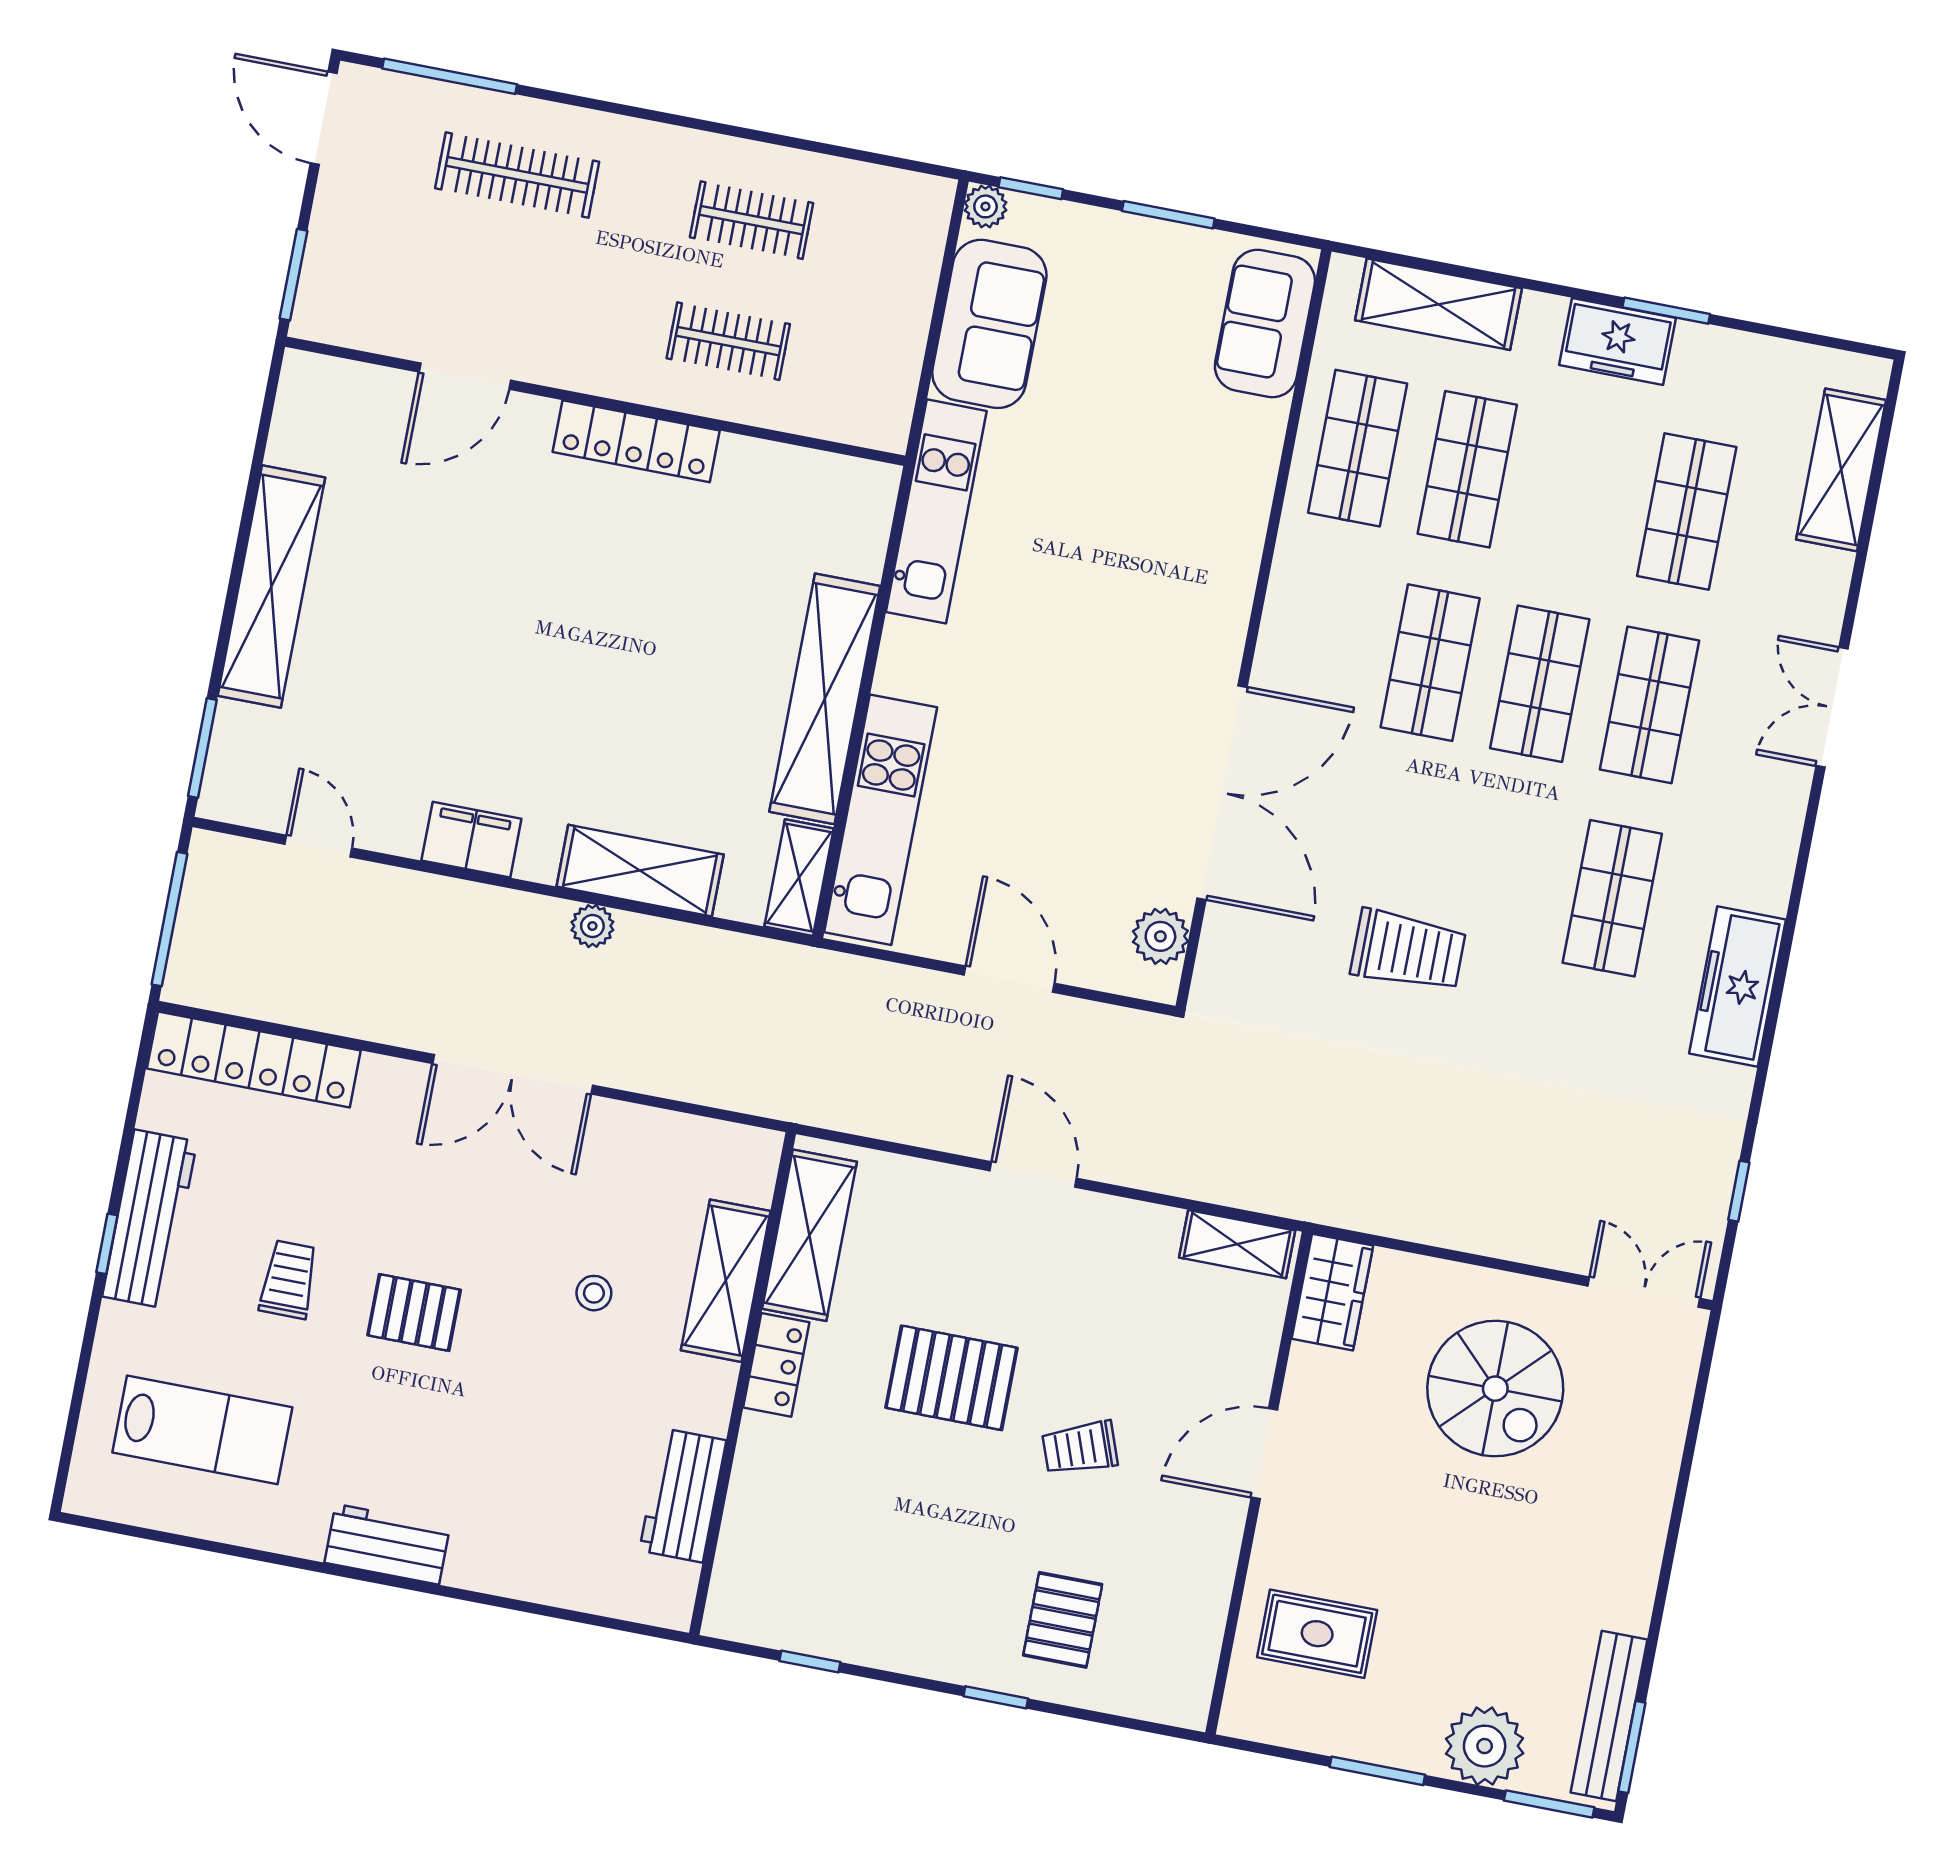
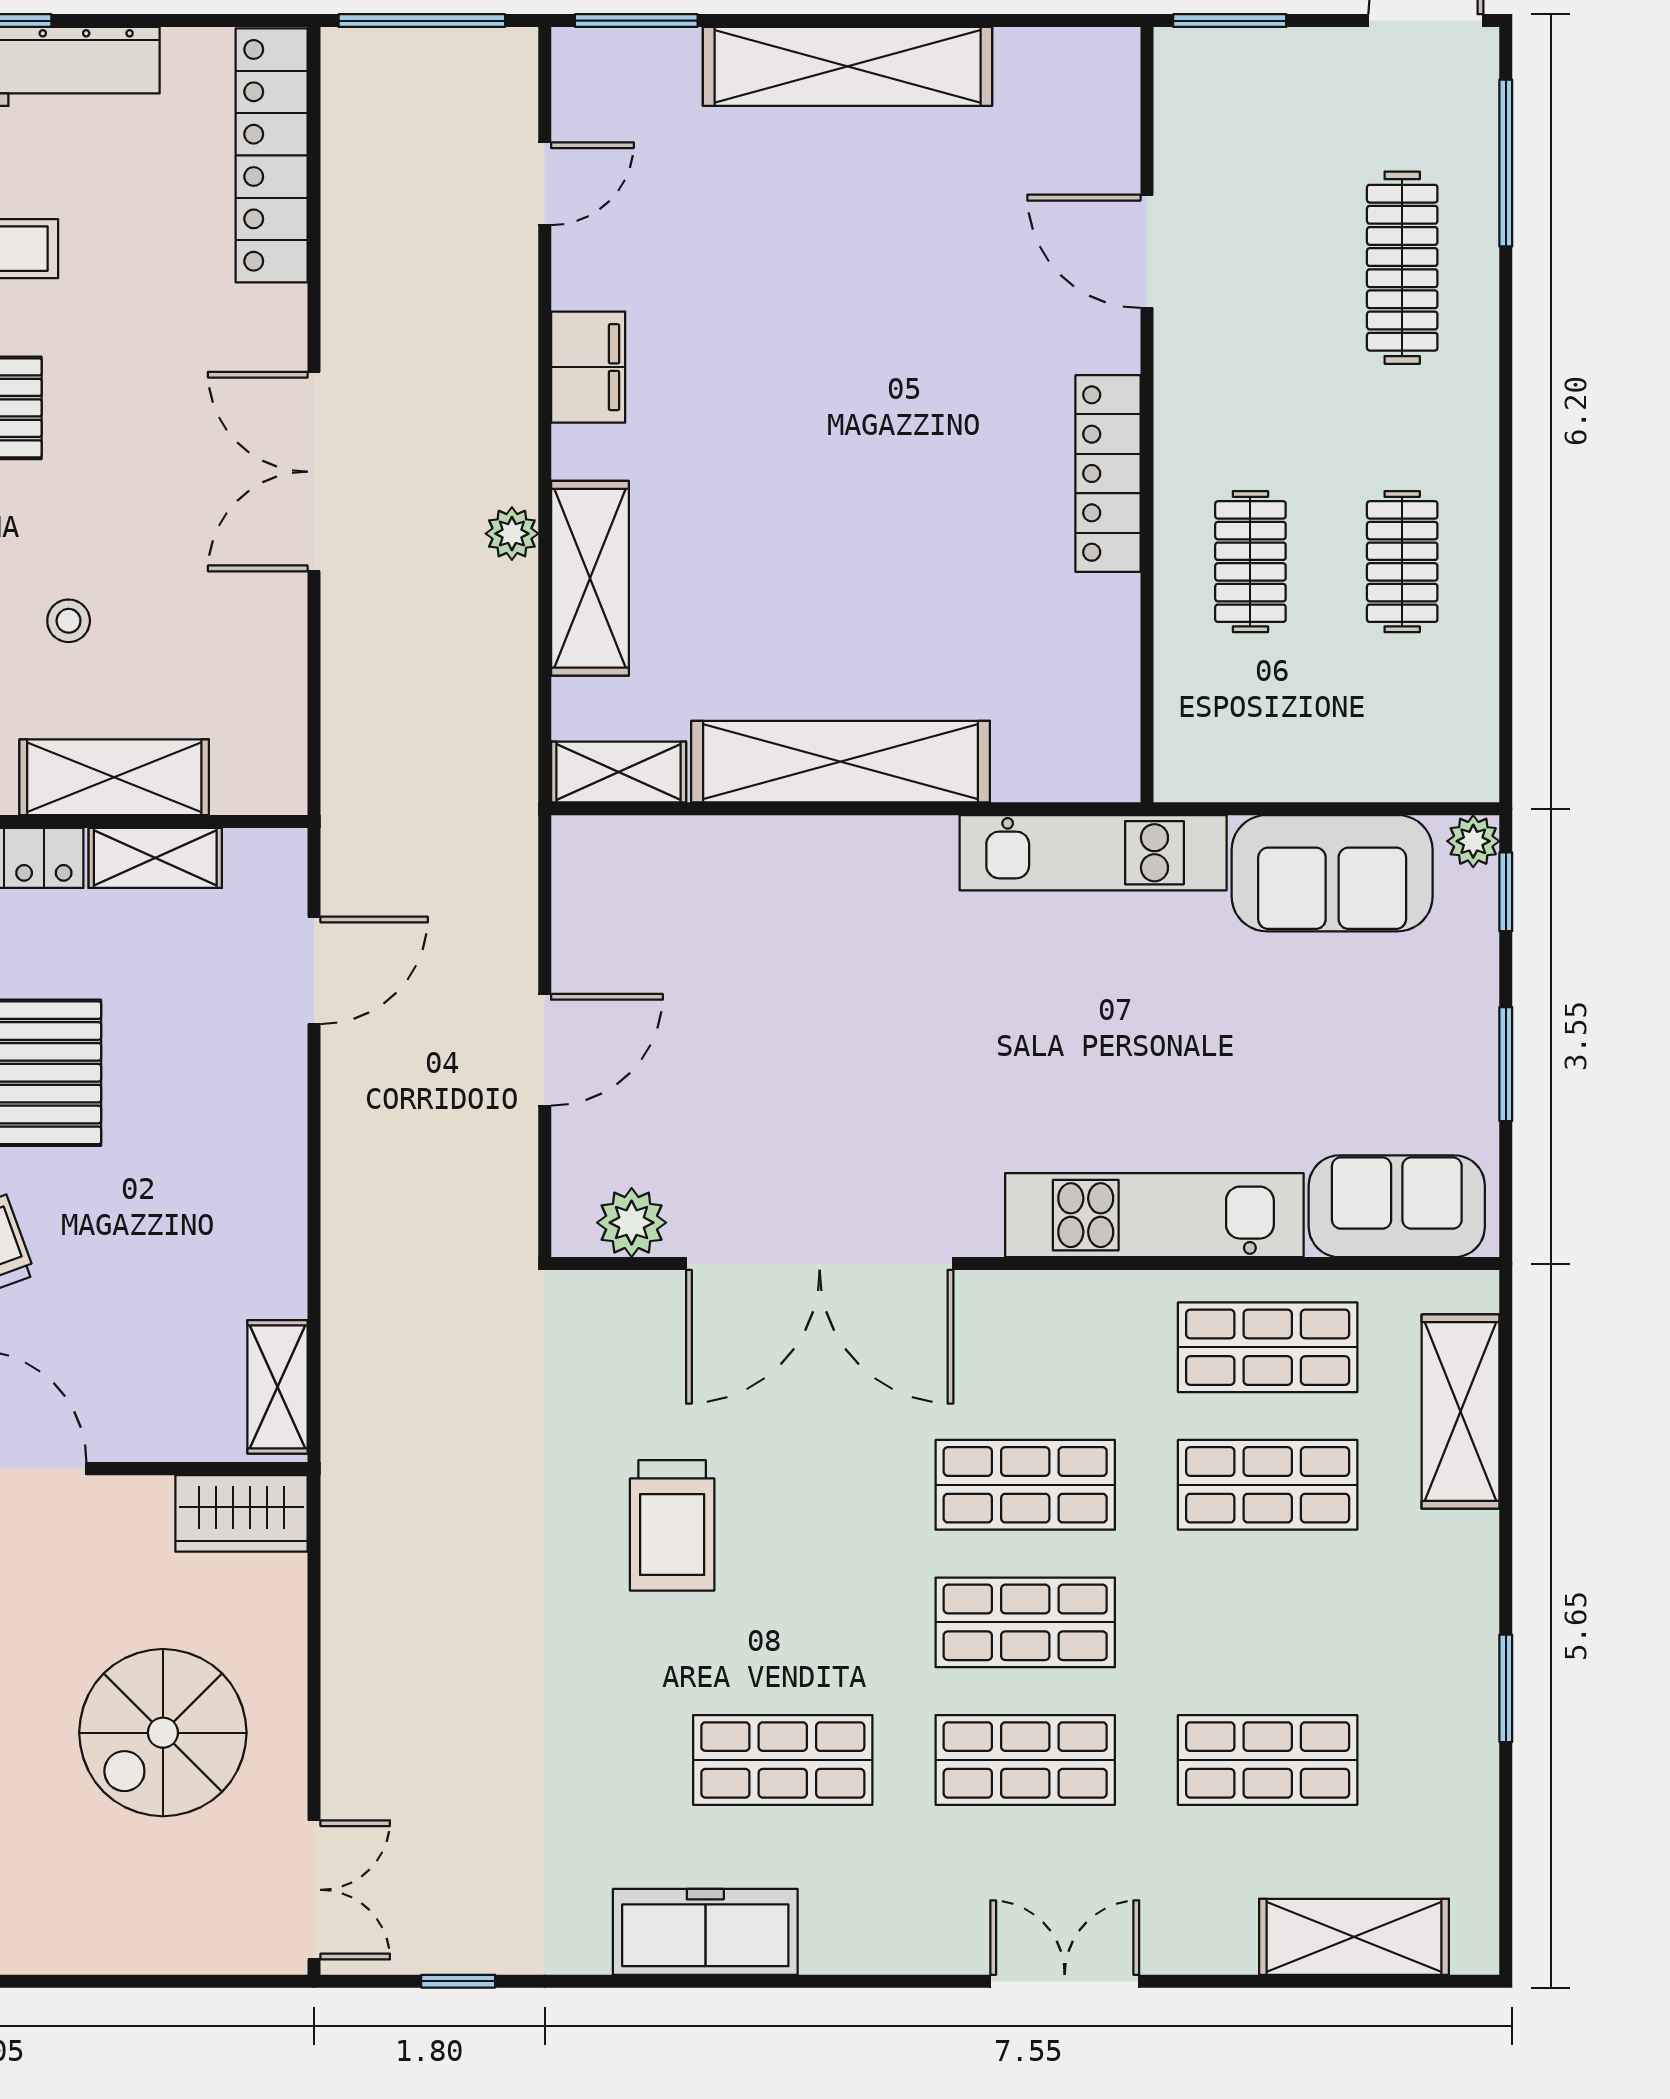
freezer: (1617, 341) -> (1457, 1637), removed
kitchen unit: (881, 820) -> (1154, 1215), moved, turned 180
door: (1033, 1175) -> (314, 970), moved
shelving: (809, 1235) -> (155, 858), width x0.67, depth x0.75

